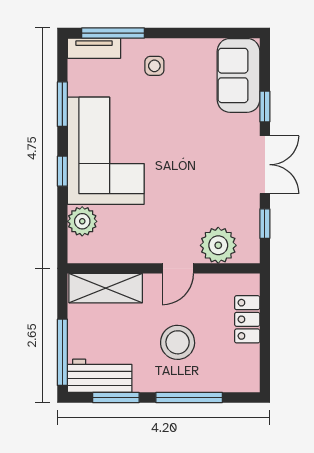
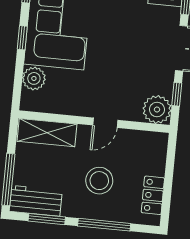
plant: (218, 245) -> (157, 110), moved
locker: (247, 319) -> (153, 195), moved

